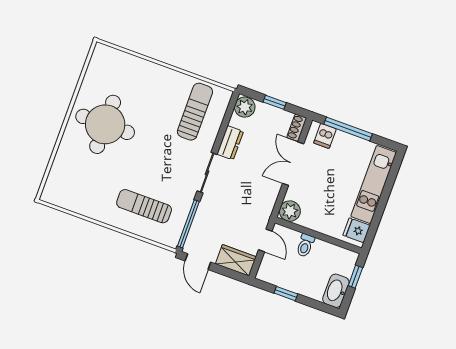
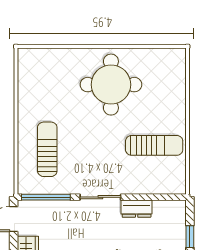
plant: (245, 107) -> (175, 210), removed
sun lounger: (195, 112) -> (154, 145), moved

